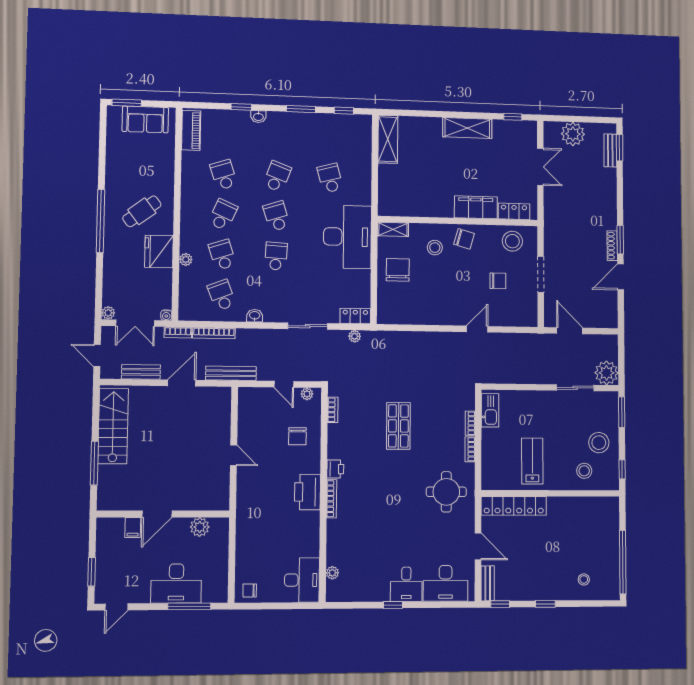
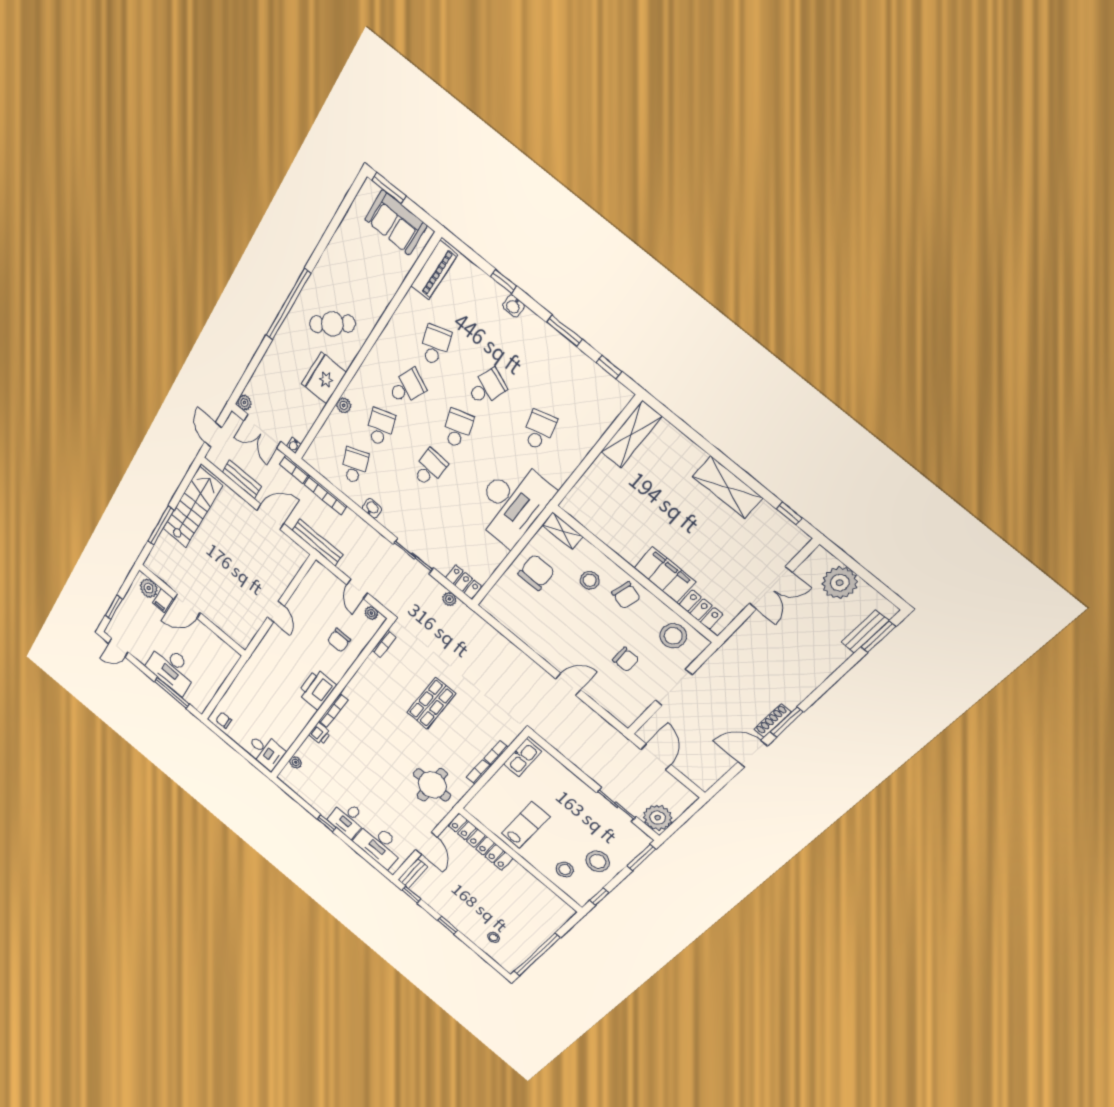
printer: (335, 469) -> (320, 734), moved
plant: (200, 527) -> (149, 588), moved
desk: (302, 580) -> (266, 751), width x0.73

